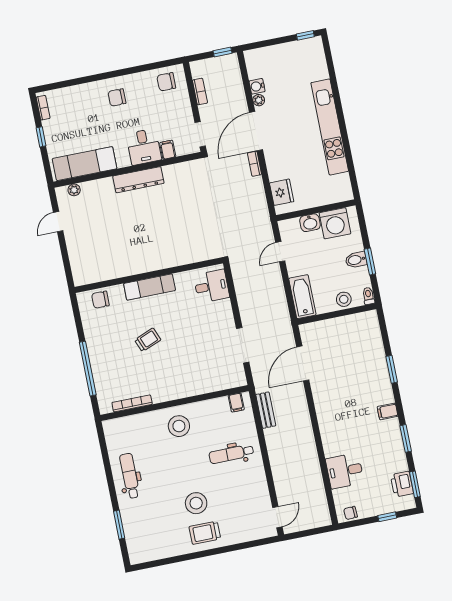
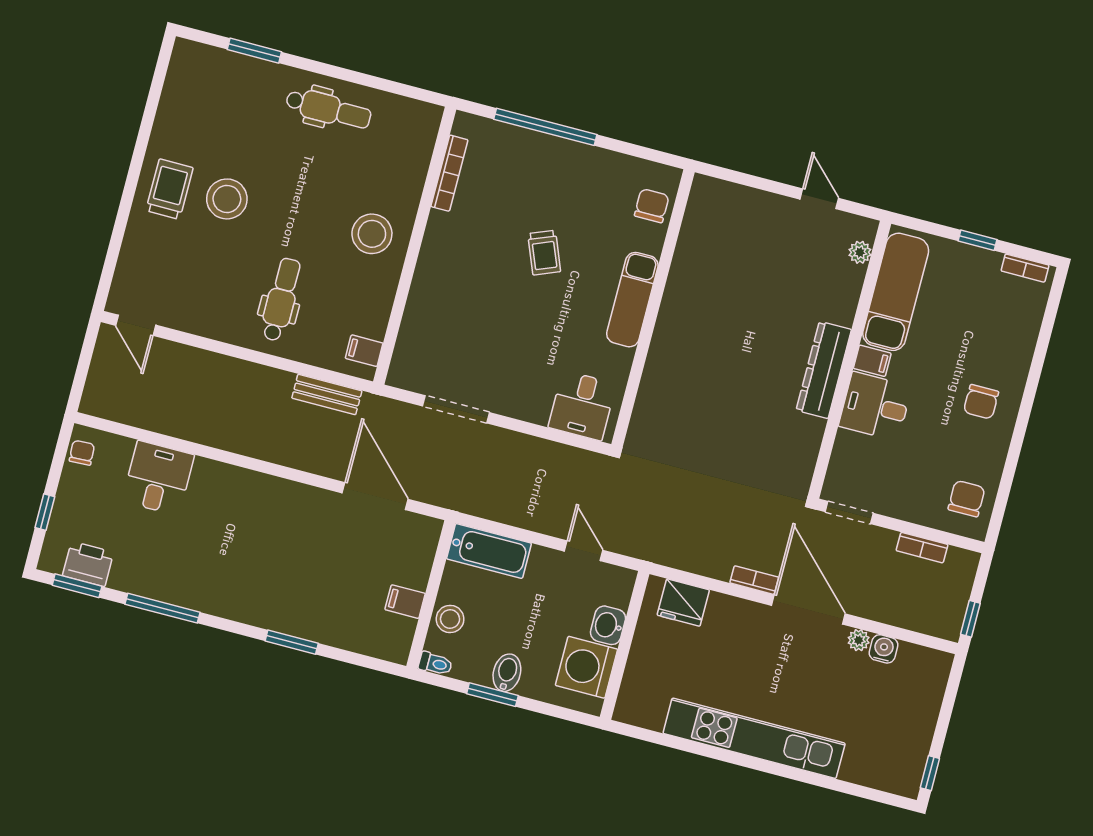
chair: (117, 97) -> (981, 402), turned 180
filing cabinet: (168, 150) -> (872, 361), moved
filing cabinet: (388, 411) -> (405, 602), moved, turned -90
window: (406, 438) -> (162, 608), width x1.44

